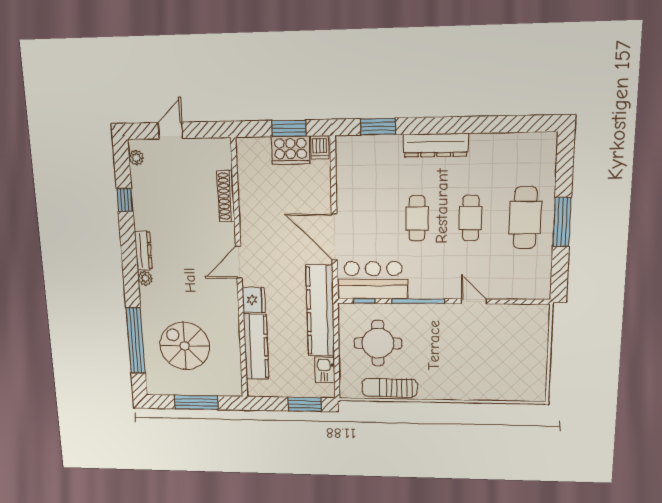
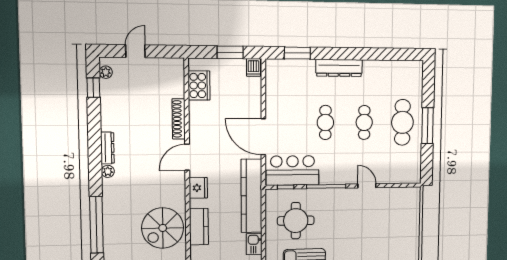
cooker: (291, 150) -> (199, 86), moved, turned -90
shoe rack: (226, 196) -> (179, 119), moved
window: (125, 200) -> (93, 88), moved
spiral stairs: (185, 346) -> (163, 228), moved, turned -90
kitchen counter: (256, 347) -> (199, 227), width x0.67

